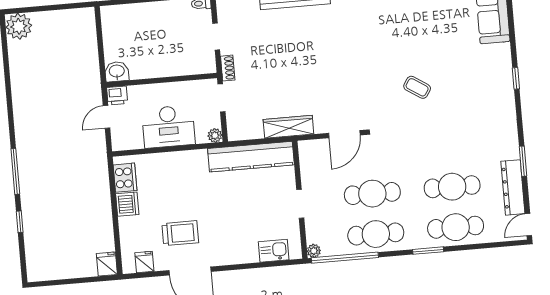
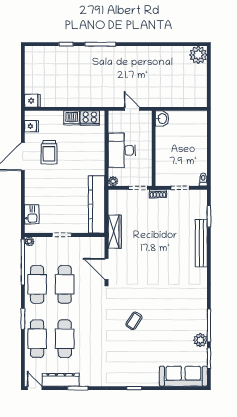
printer: (117, 96) -> (146, 117), removed

